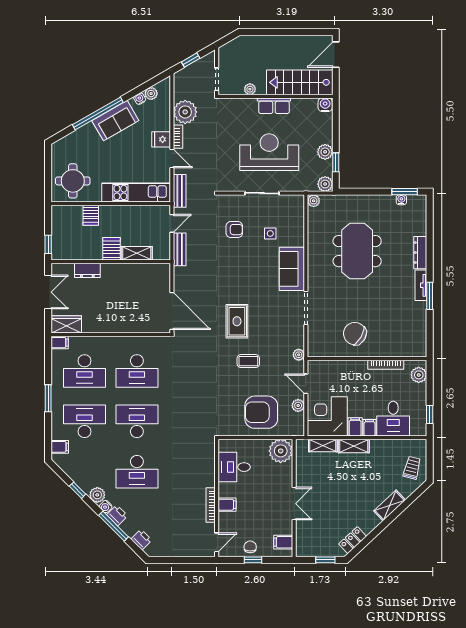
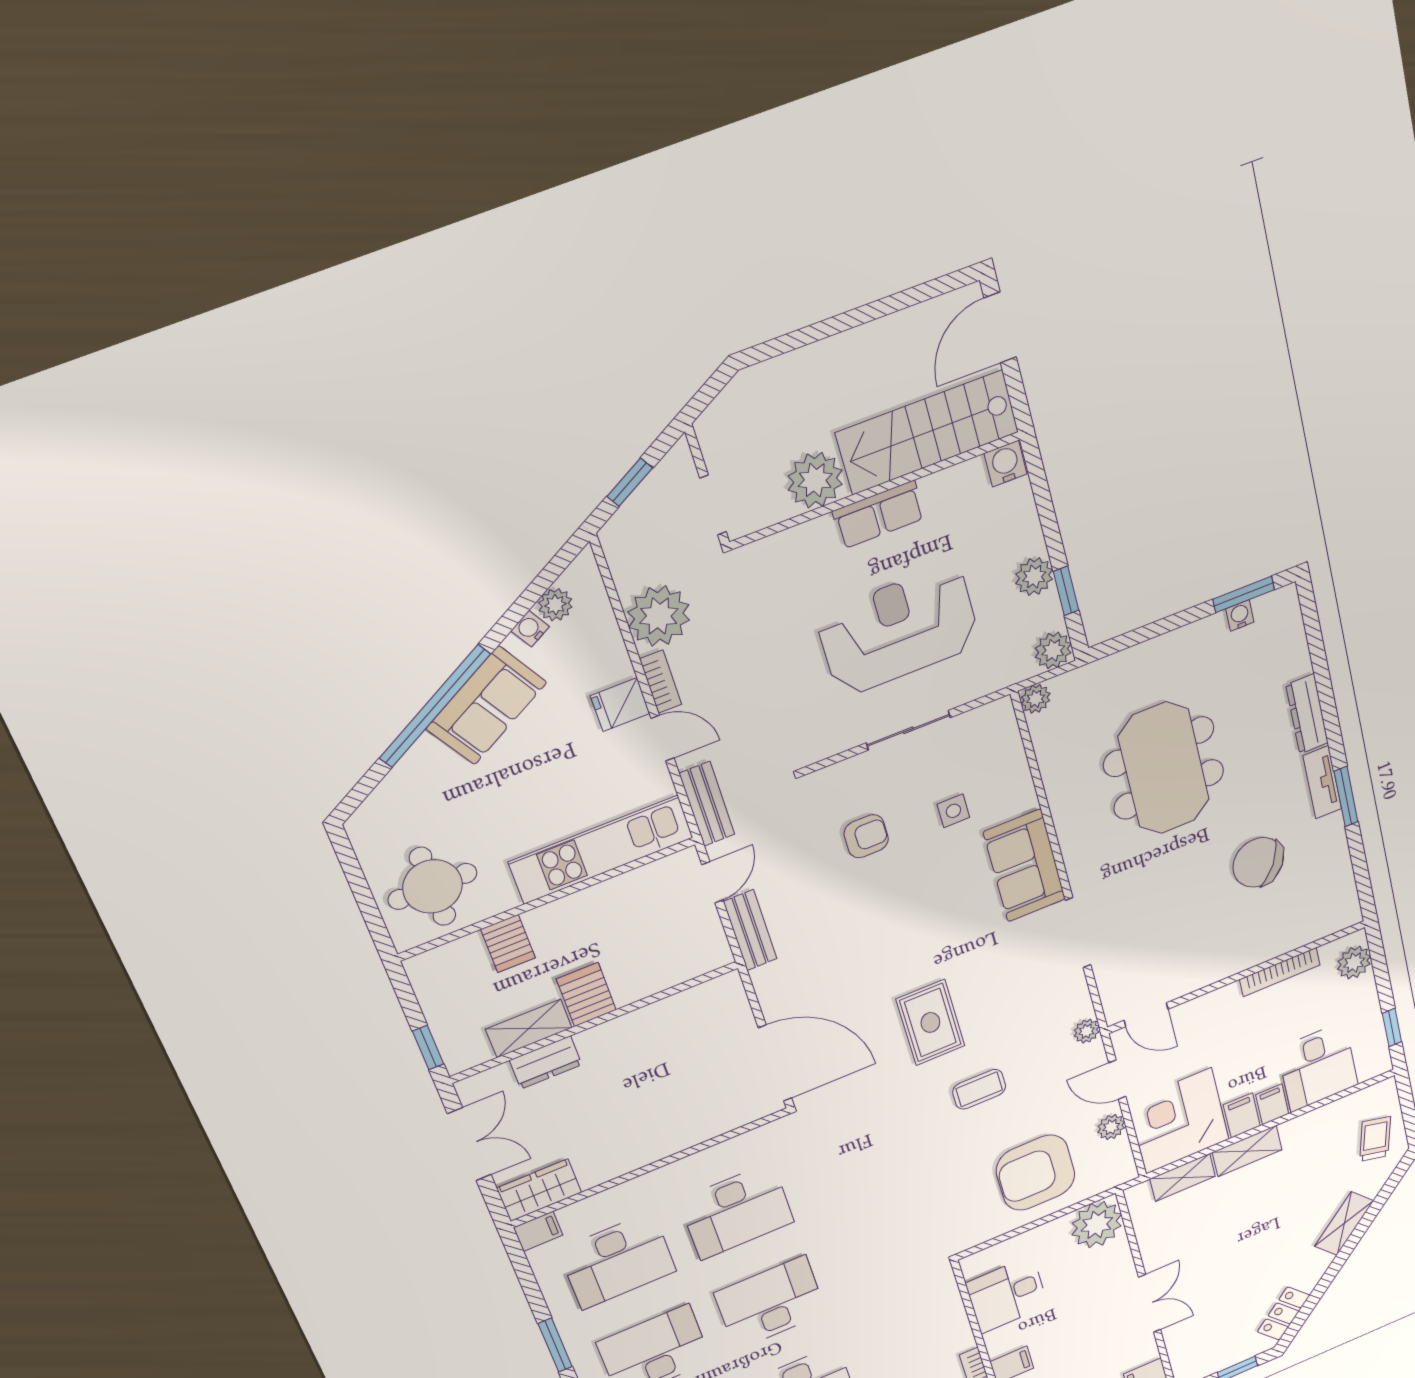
plant: (250, 89) -> (815, 480), width x1.88, depth x1.88
shelving: (137, 253) -> (529, 1028), moved
chair: (355, 334) -> (1258, 862), moved
door: (325, 359) -> (1146, 1015), added

